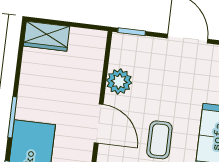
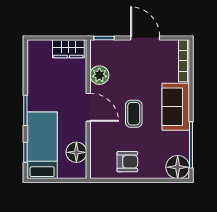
wardrobe: (46, 36) -> (68, 49), moved

